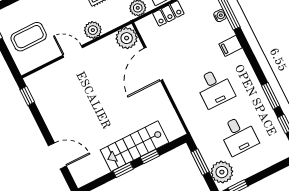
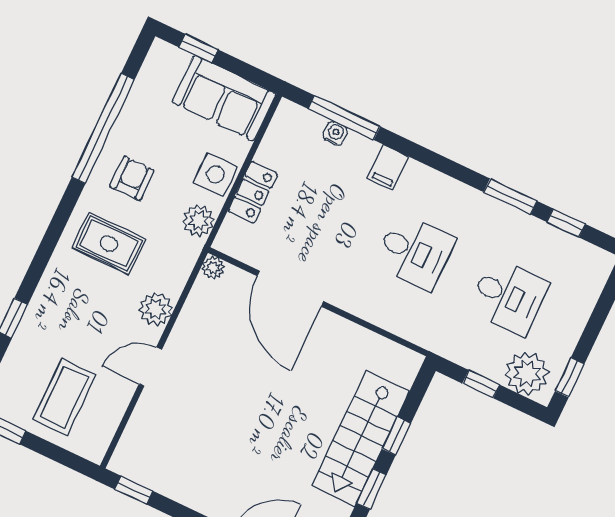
plant: (127, 38) -> (213, 268), width x0.53, depth x0.53
window: (200, 162) -> (481, 384), width x0.67

